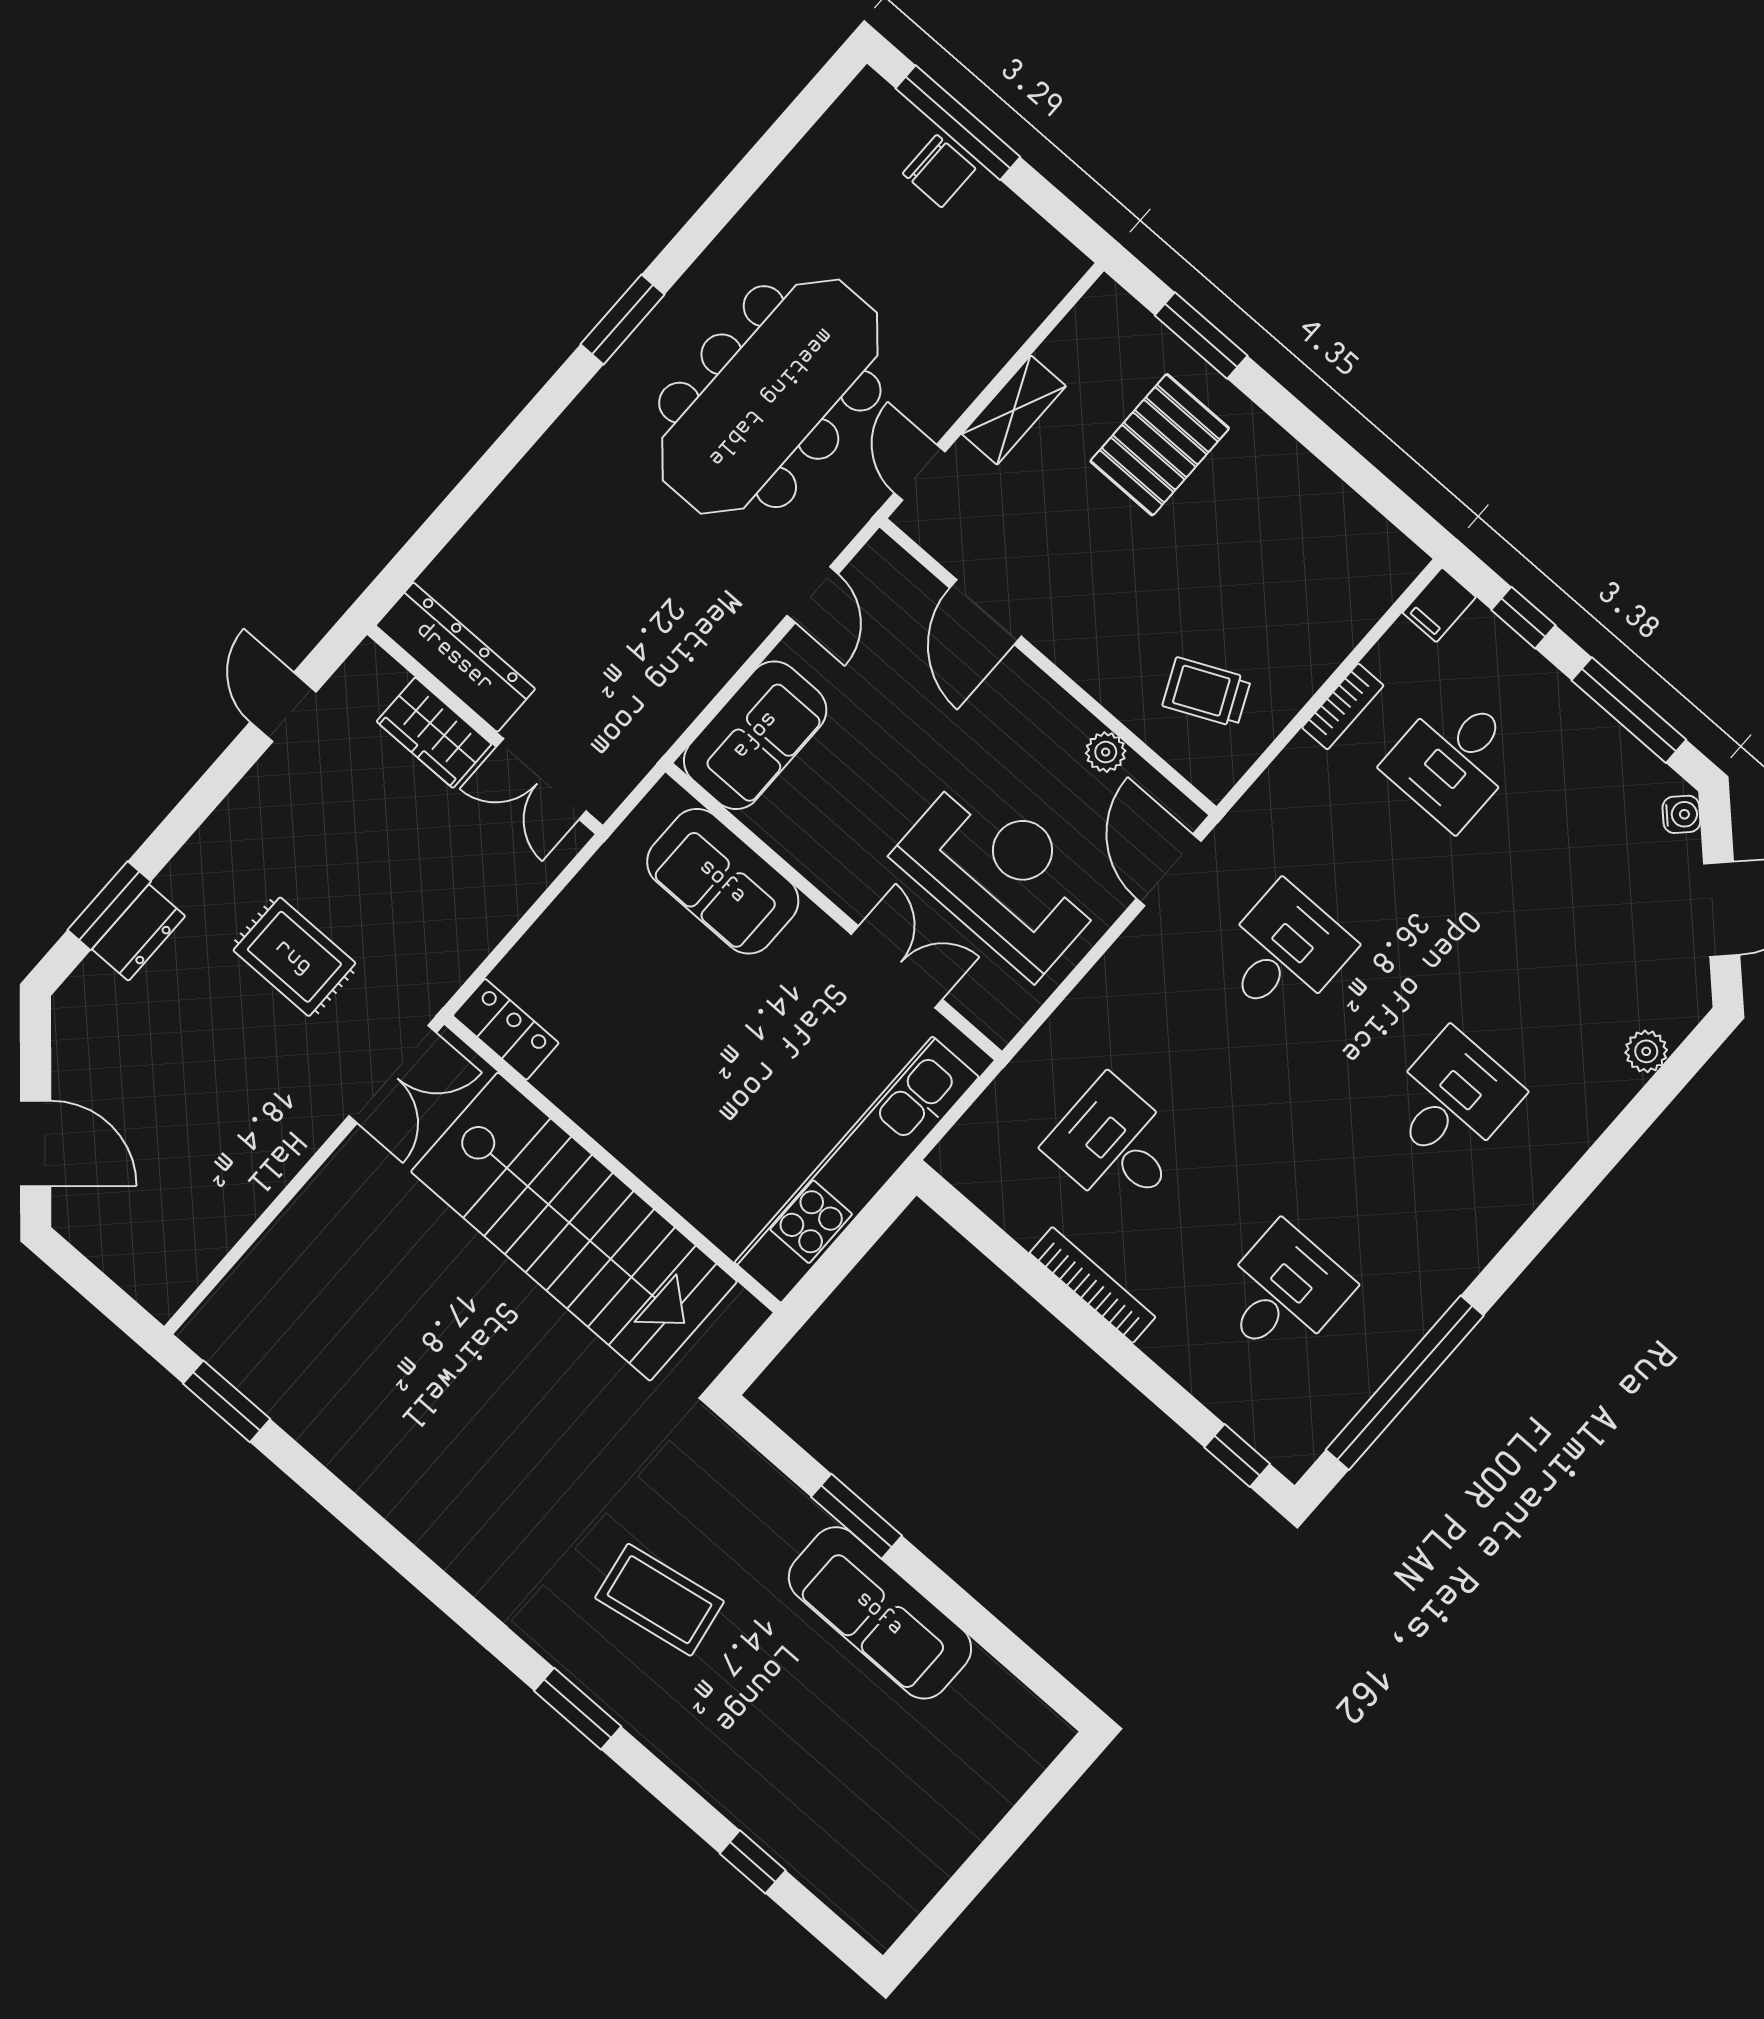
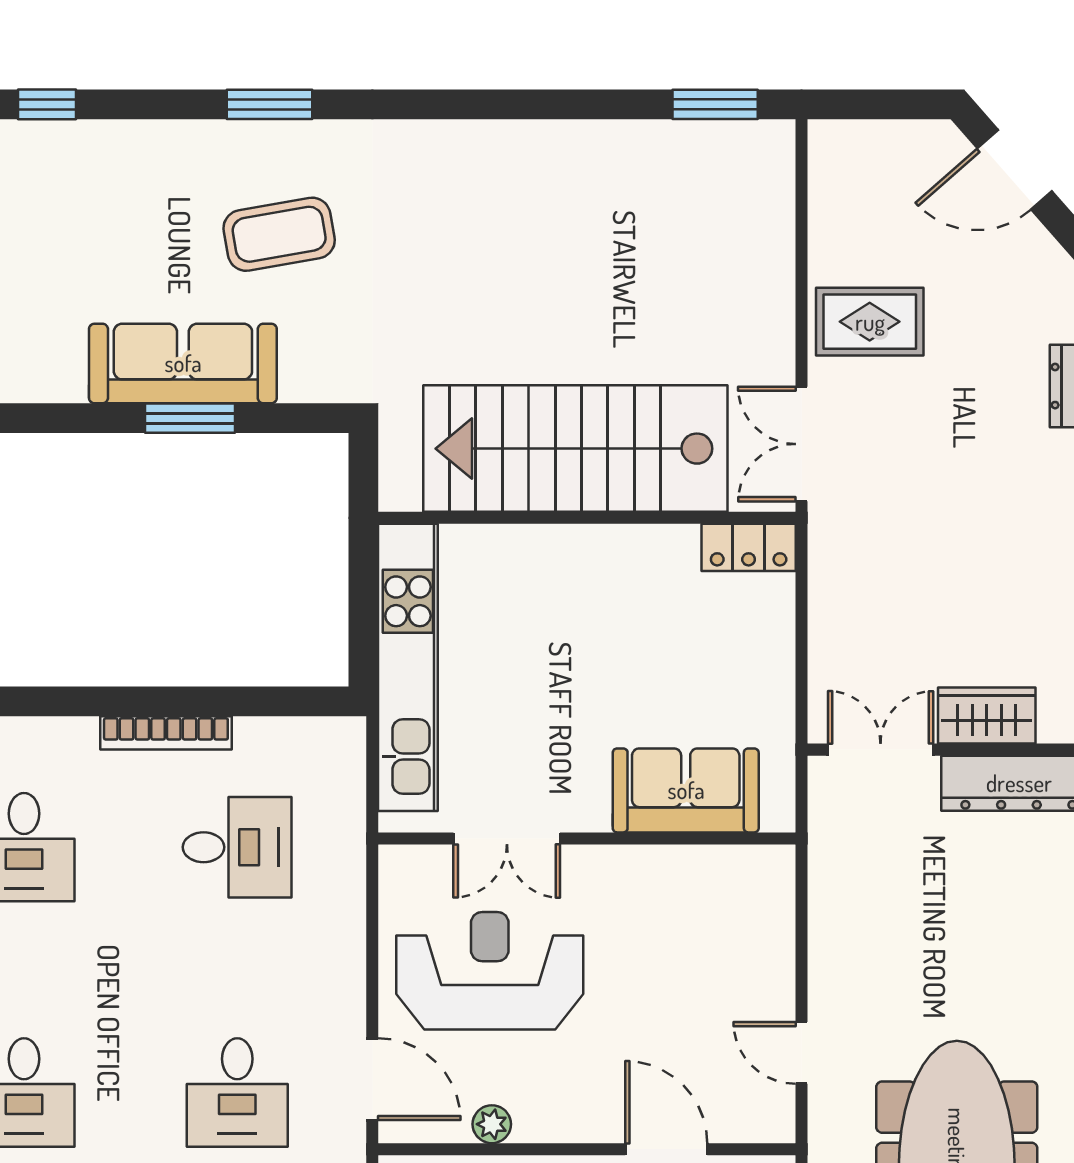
sofa: (755, 735) -> (754, 916), removed
reception desk: (1001, 874) -> (490, 971), turned 180
rug: (294, 957) -> (870, 322), moved
sofa: (880, 1613) -> (183, 363), moved

